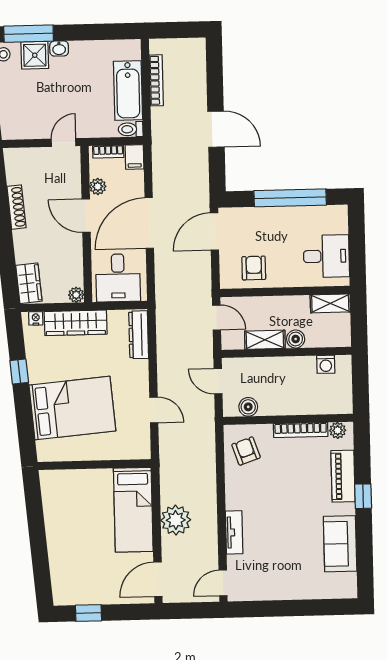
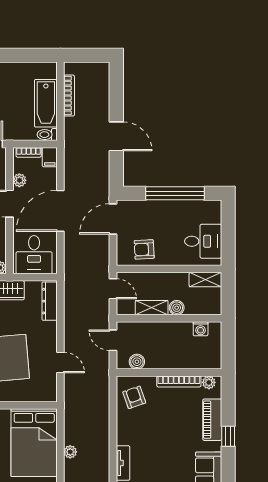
armchair: (254, 268) -> (144, 249), turned -93
bed: (133, 510) -> (34, 443), width x1.50
plant: (176, 520) -> (70, 452), width x0.53, depth x0.53

